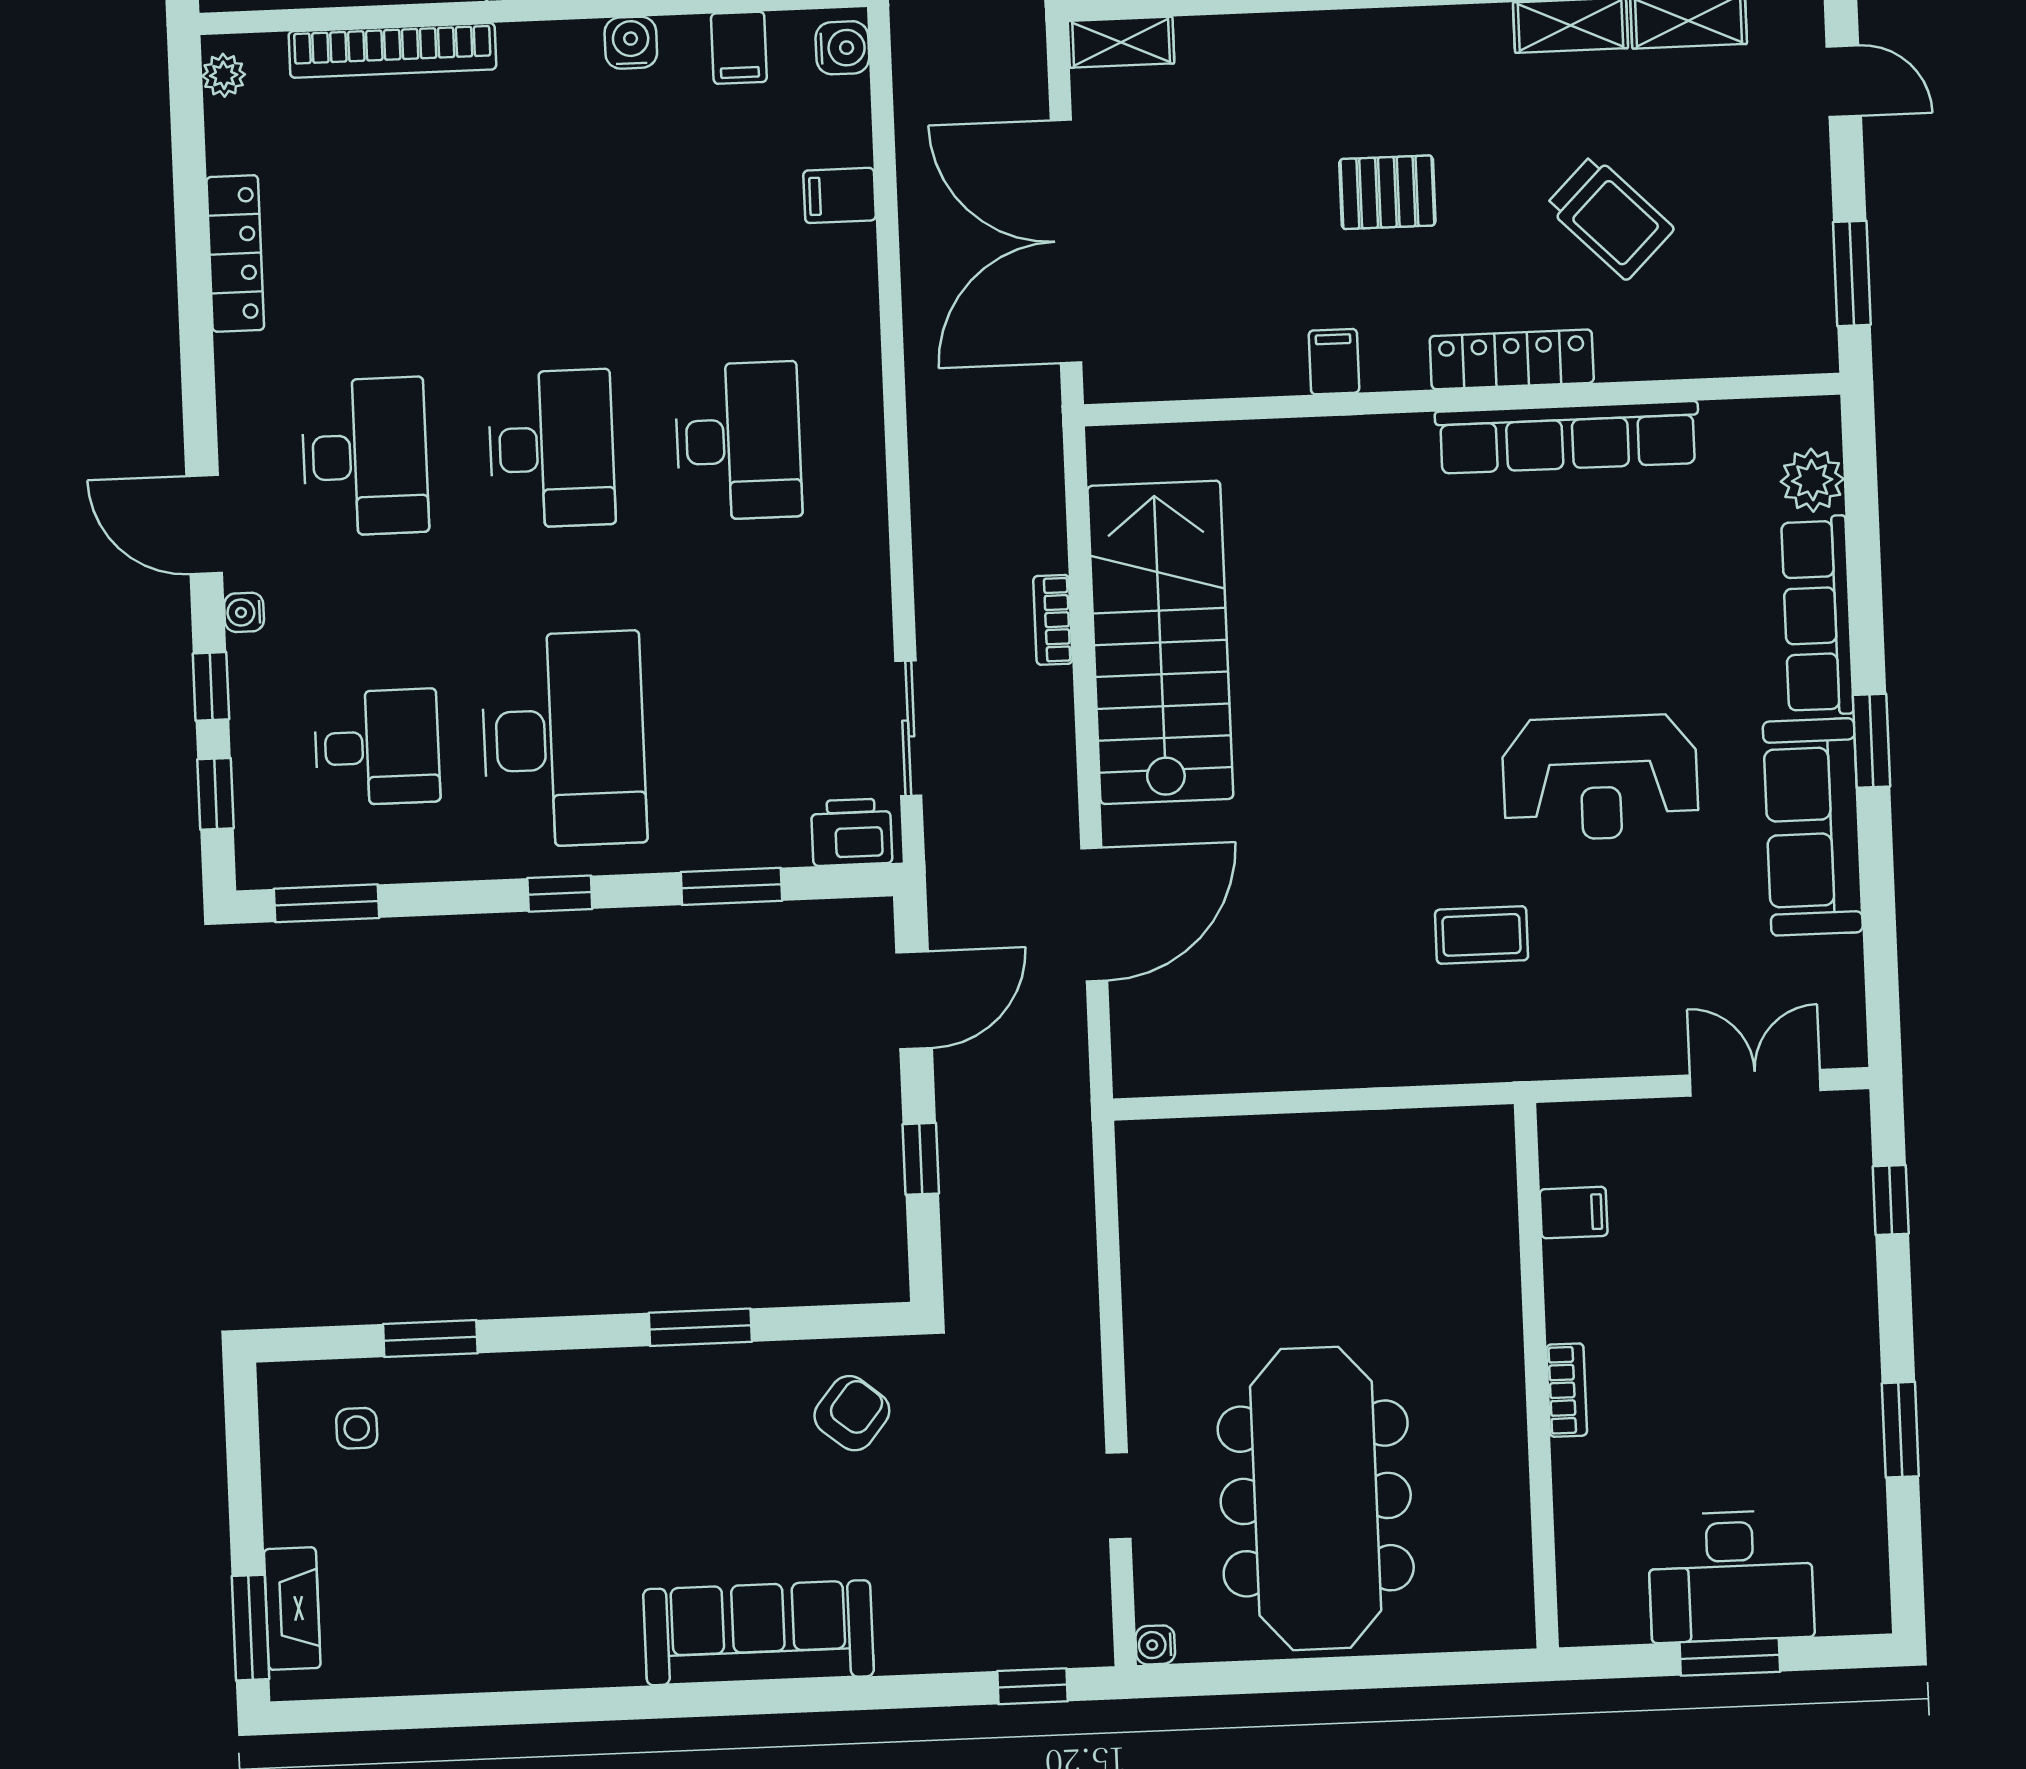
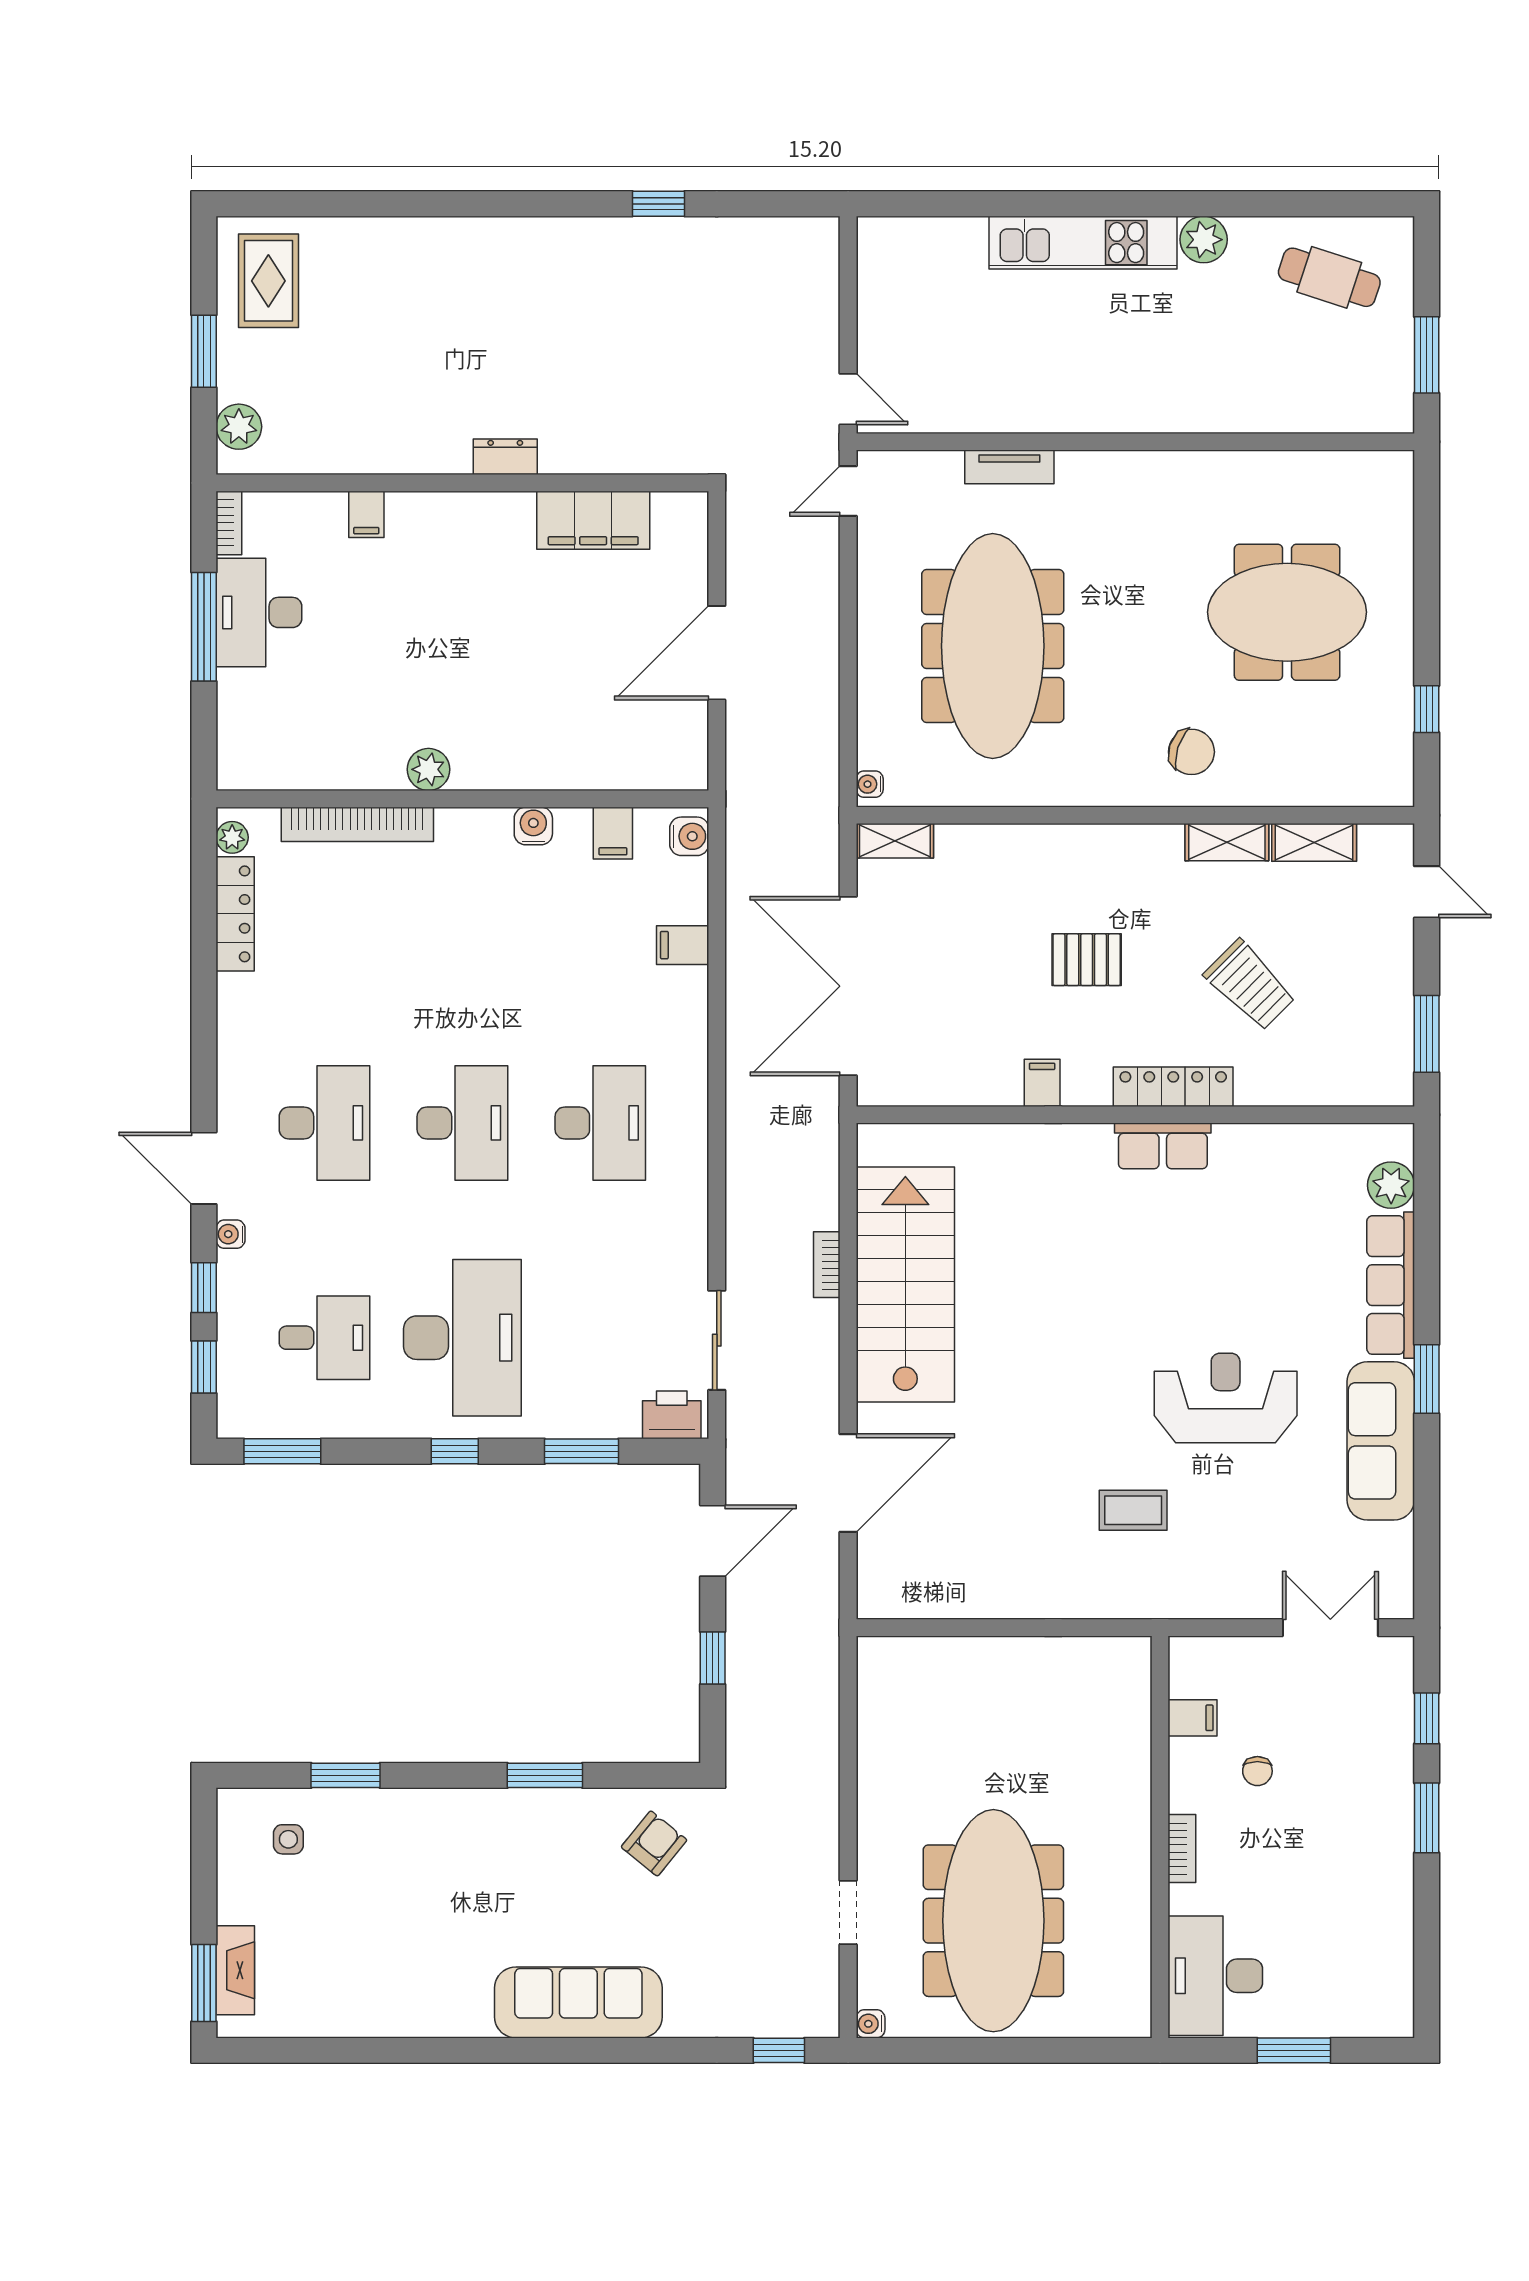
locker: (235, 253) -> (235, 914), moved
row of seats: (1567, 437) -> (1163, 1146), width x0.50
reception desk: (1600, 778) -> (1226, 1398), turned 180
chair: (1665, 1281) -> (1257, 1771), added
window: (1900, 1430) -> (1427, 1818), moved
desk: (1731, 1576) -> (1215, 1976), moved, turned 90

